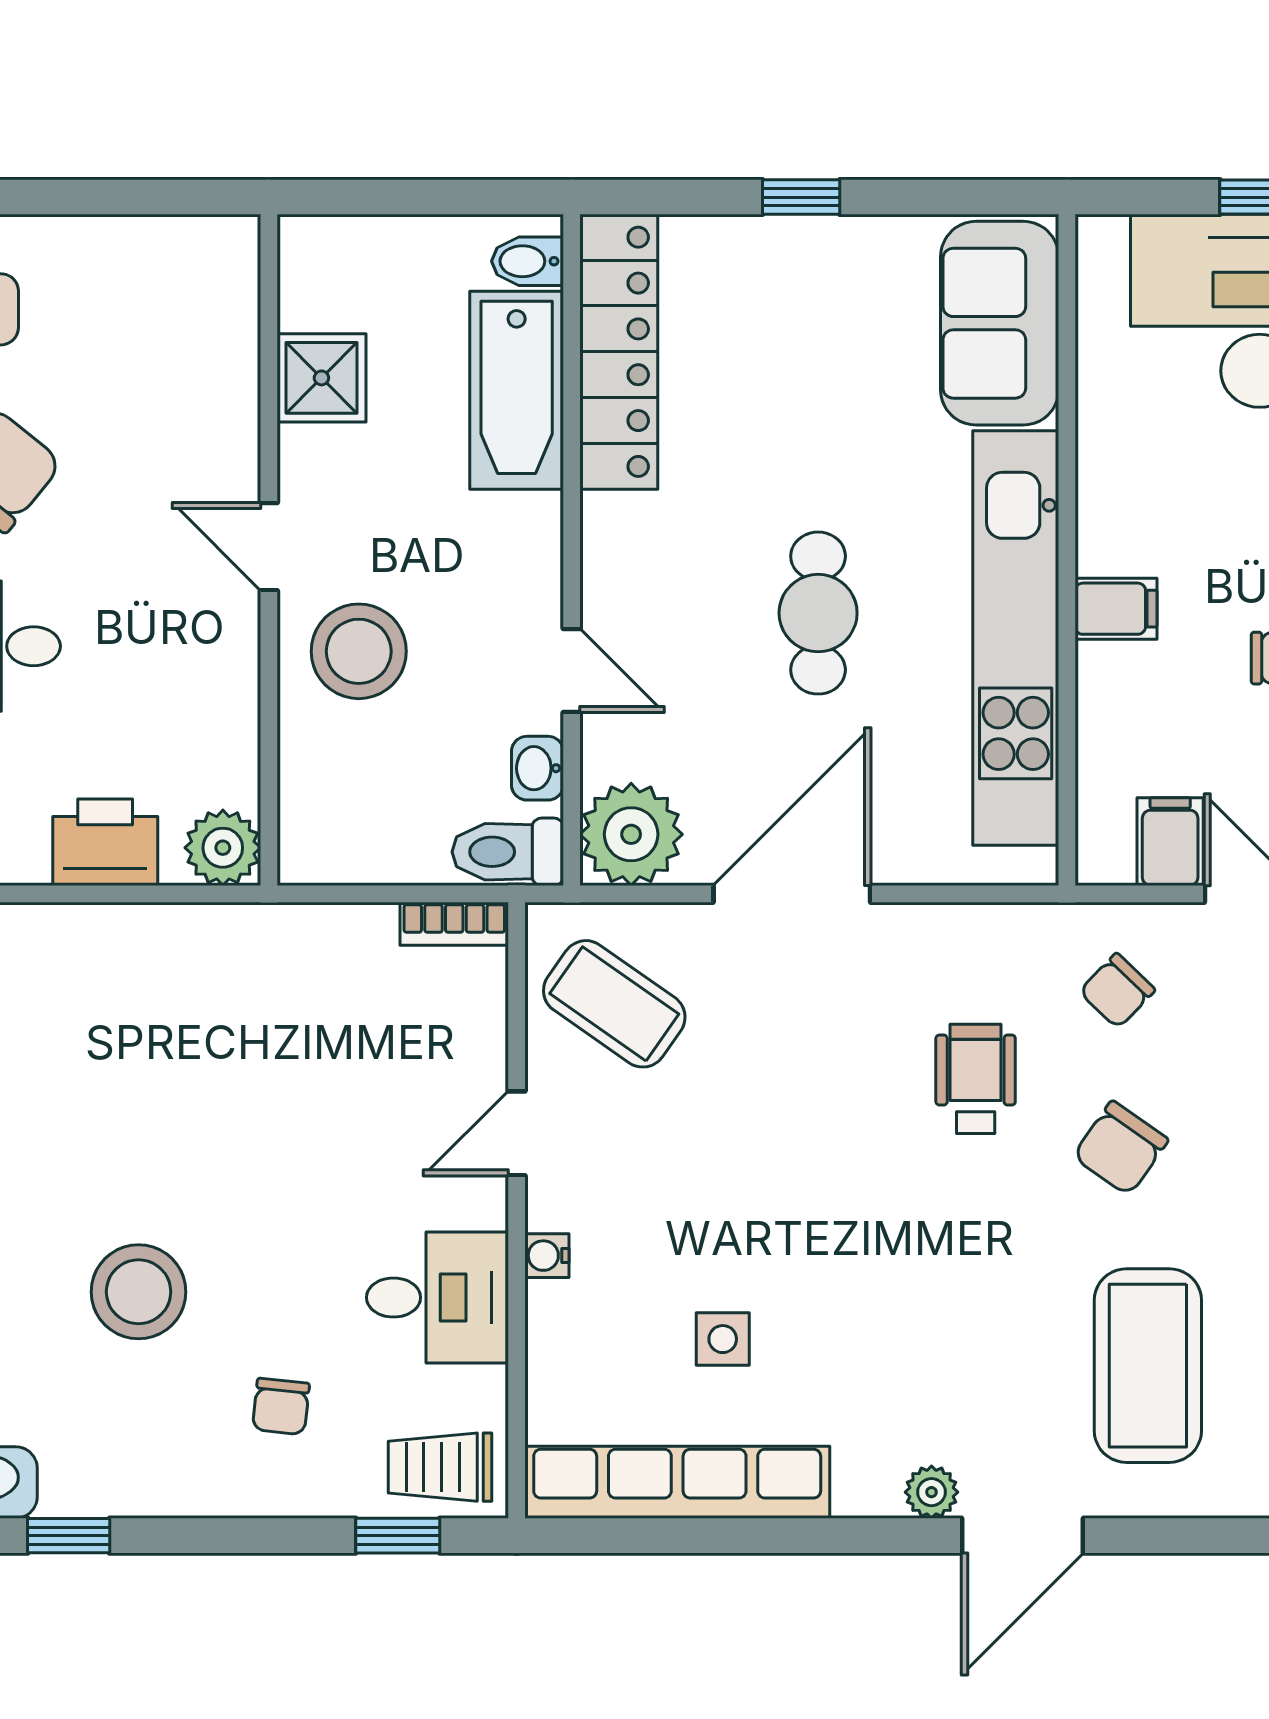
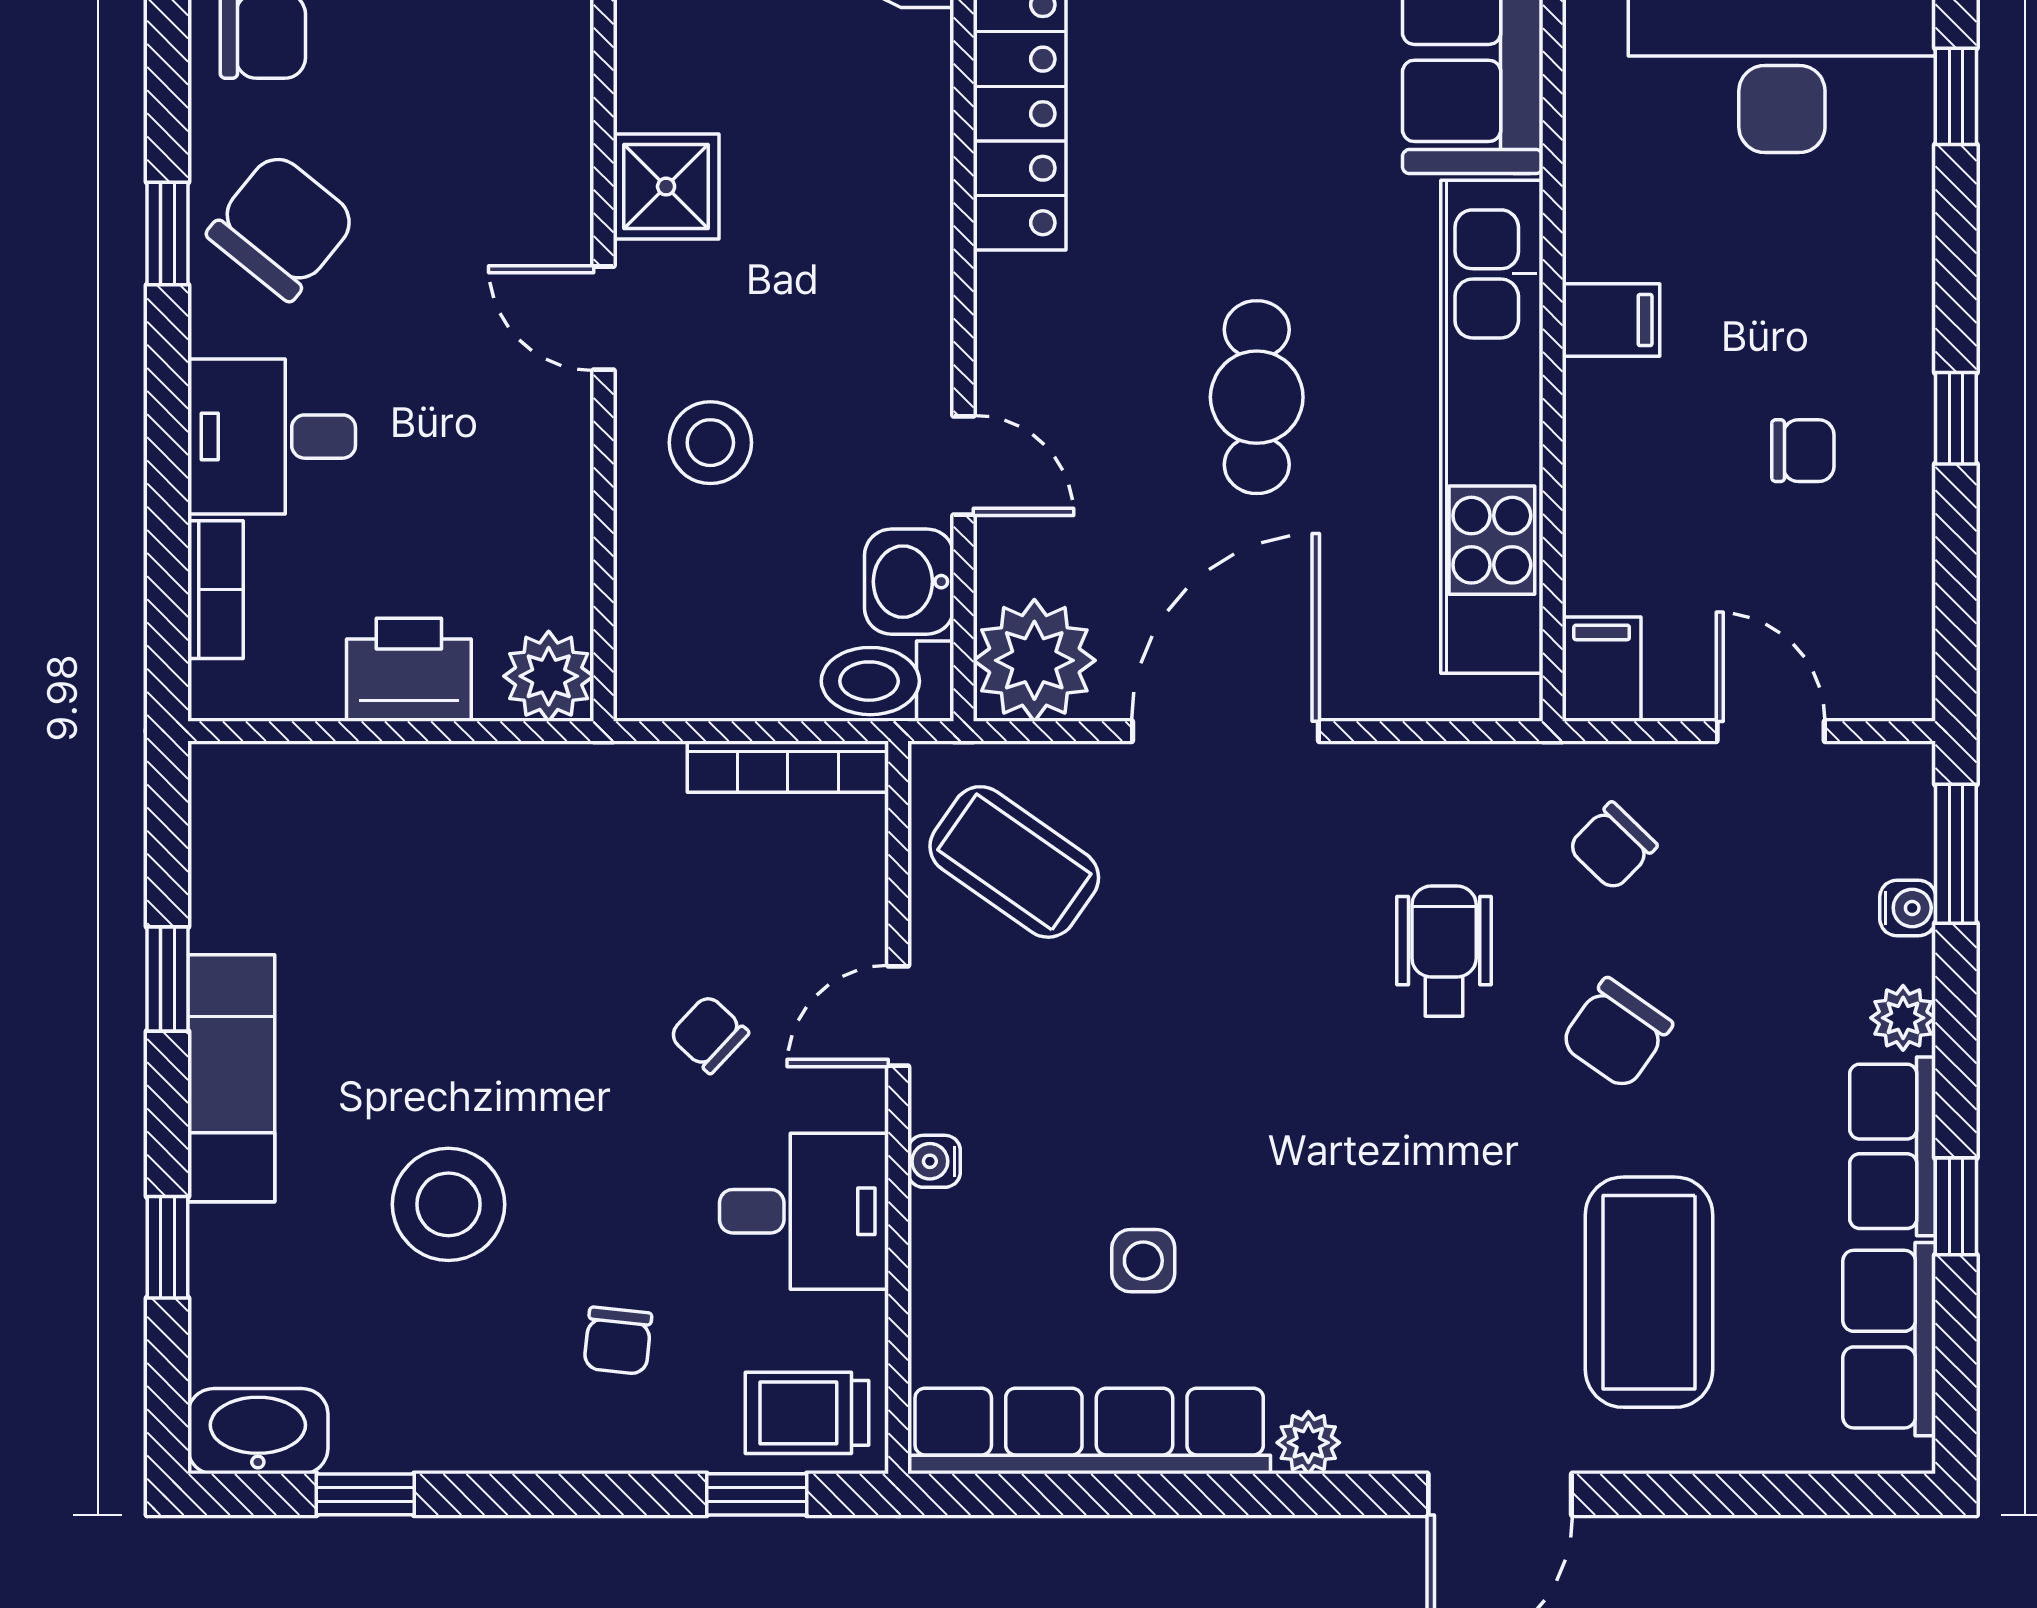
shower: (321, 378) -> (666, 187), moved
bathtub: (517, 390) -> (898, 132), removed
filing cabinet: (1116, 609) -> (1611, 320), moved
stool: (359, 651) -> (710, 443), width x0.73, depth x0.73
washbasin: (537, 768) -> (909, 582), width x1.38, depth x1.45
filing cabinet: (1170, 842) -> (1602, 669), moved
bookcase: (454, 924) -> (788, 767), width x1.56
chair: (358, 1149) -> (709, 1034), added
plant: (931, 1492) -> (1308, 1443), moved

